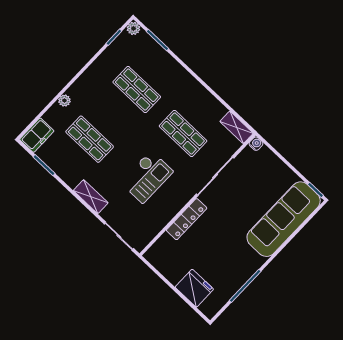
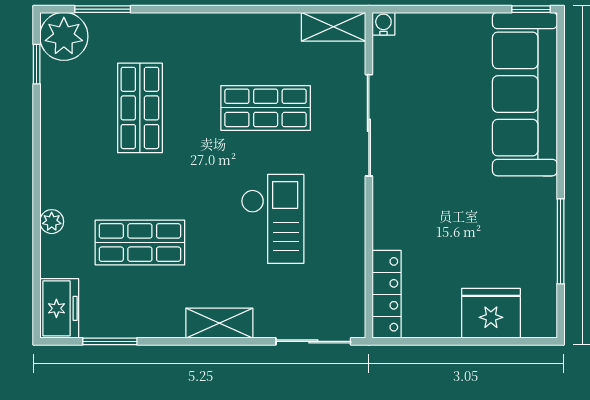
plant: (134, 28) -> (64, 36), width x1.88, depth x1.88
shop shelf: (137, 90) -> (140, 108), turned 90
locker: (187, 219) -> (387, 294), moved

